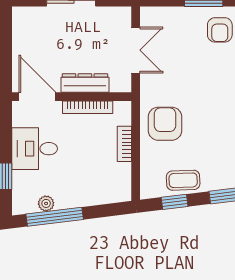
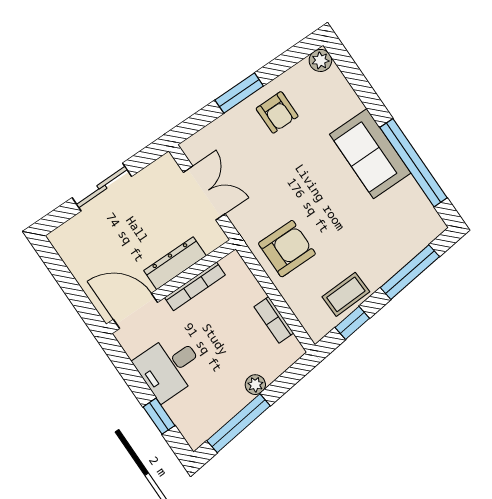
armchair: (165, 124) -> (287, 249), turned 90
bookcase: (124, 144) -> (274, 320), moved
plant: (46, 203) -> (255, 385), moved

